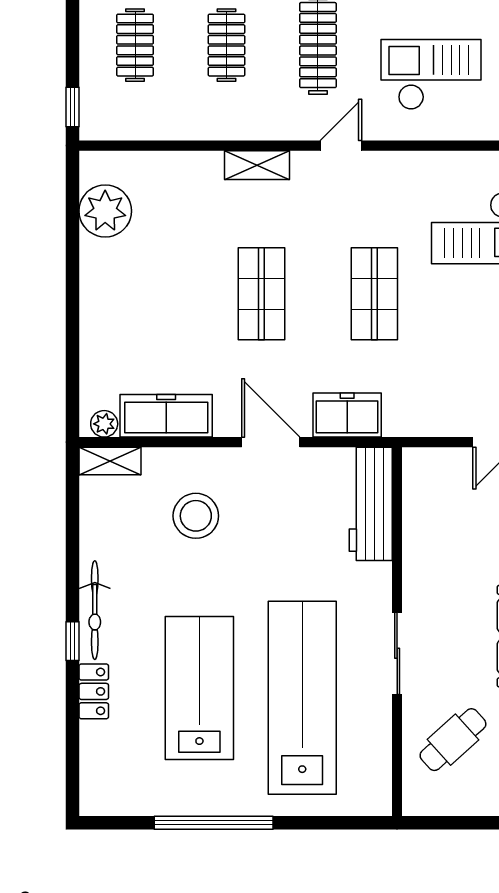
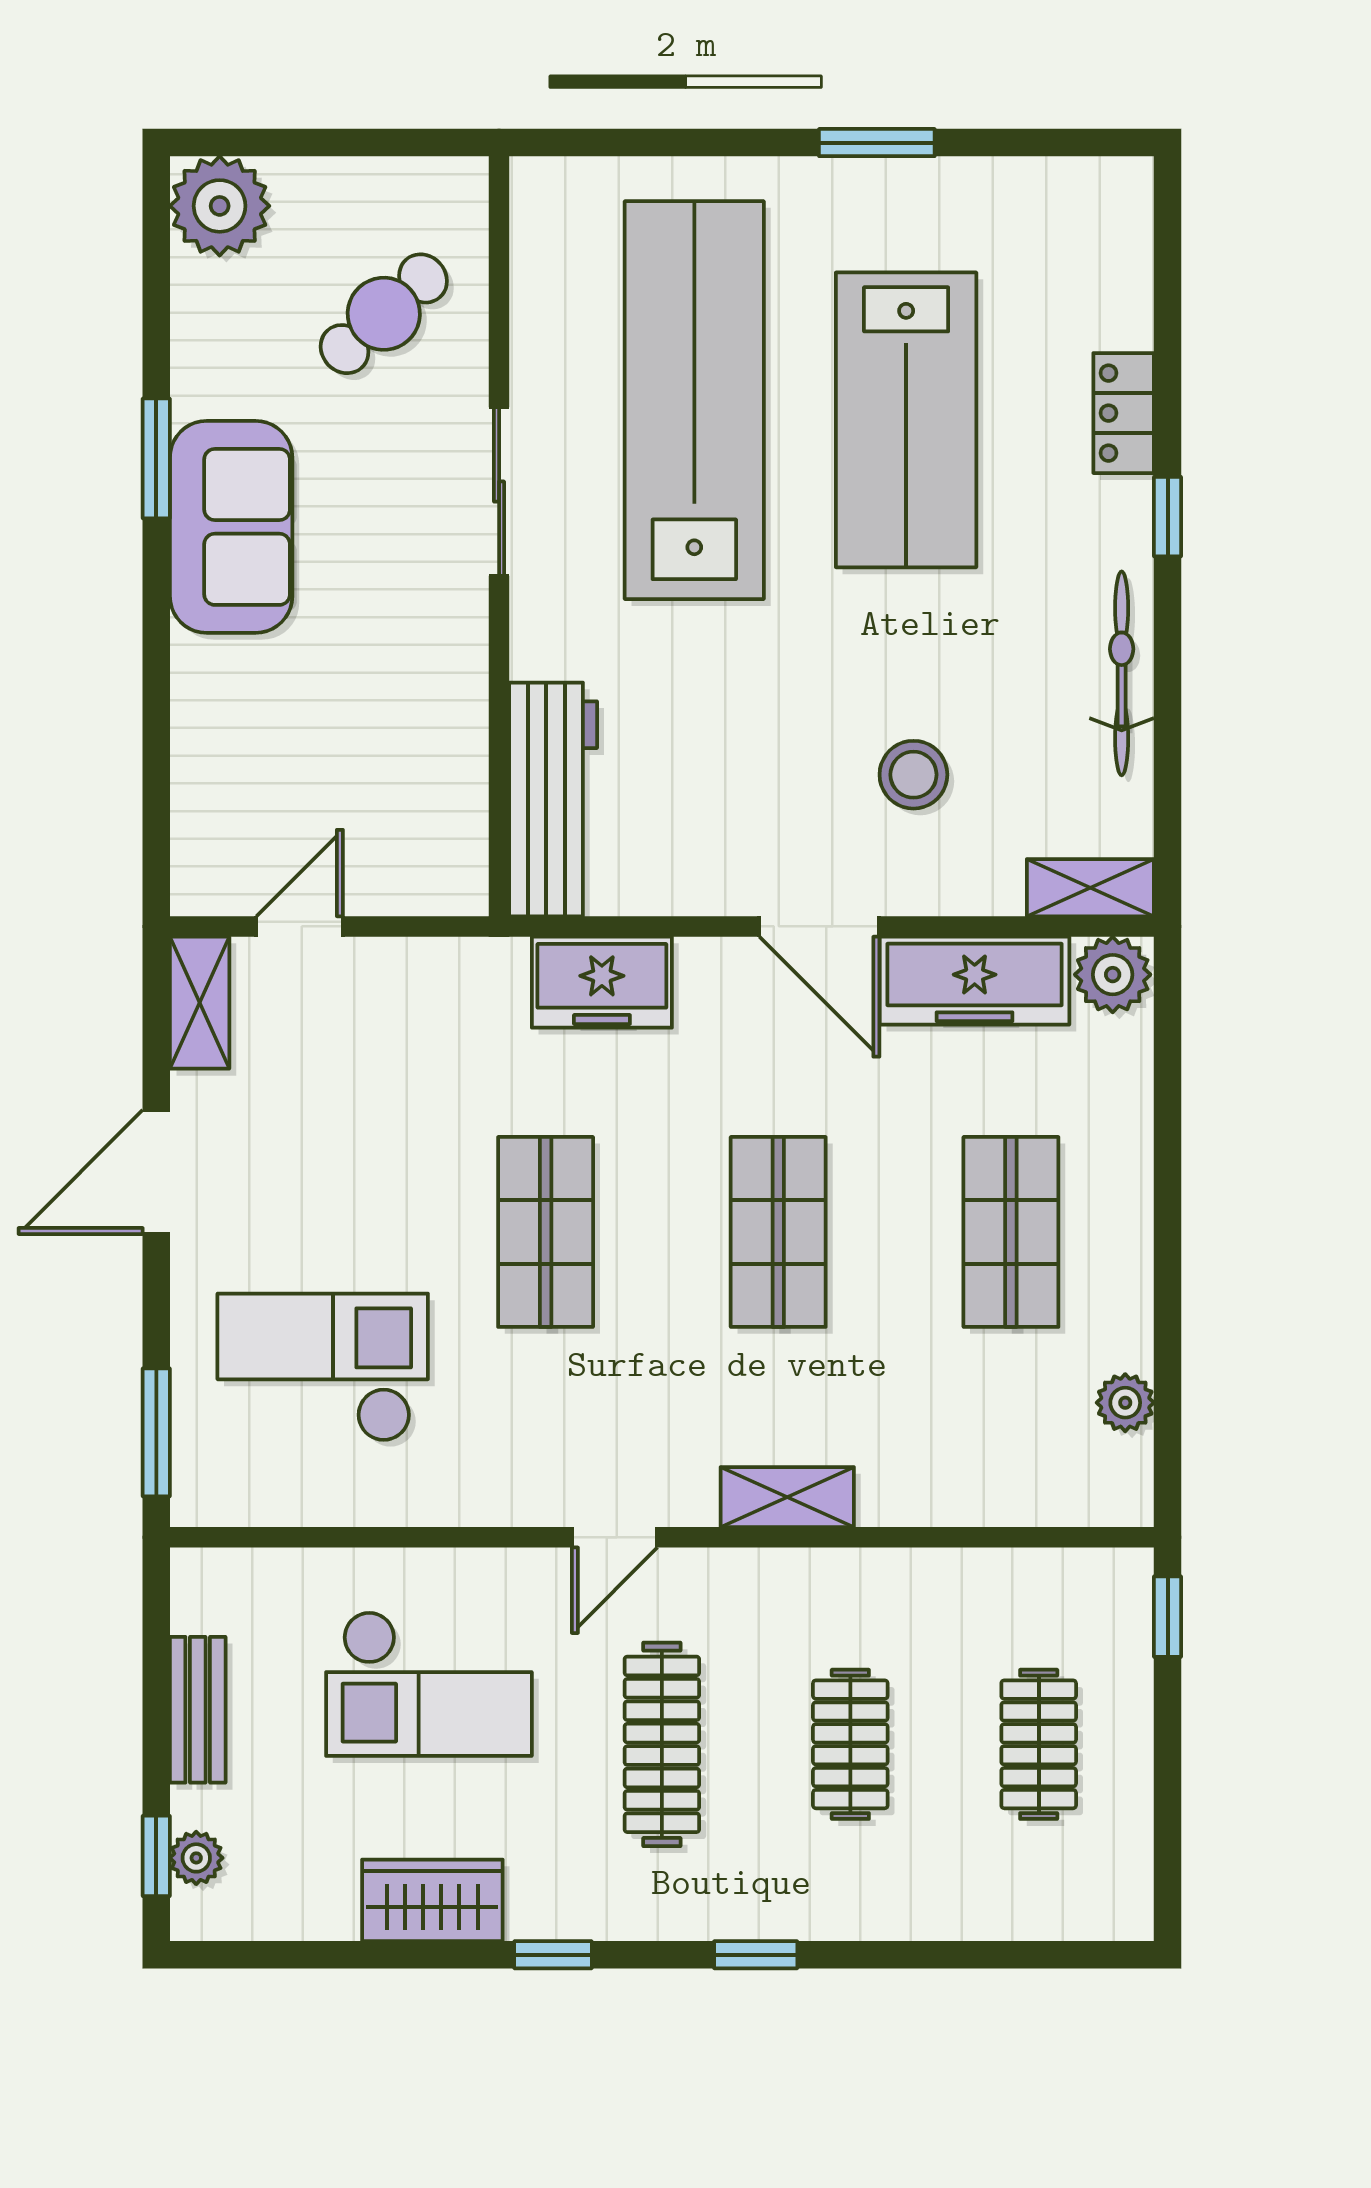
plant: (105, 211) -> (1125, 1403), width x0.53, depth x0.53
shop shelf: (149, 294) -> (1011, 1232), added
plant: (104, 424) -> (1113, 975), width x1.38, depth x1.38
door: (271, 442) -> (819, 926), moved
stool: (196, 516) -> (913, 775), width x0.73, depth x0.73
bicycle: (95, 610) -> (1122, 673), moved
lab bench: (302, 698) -> (694, 400), turned 180
window: (214, 823) -> (877, 143), width x0.47

